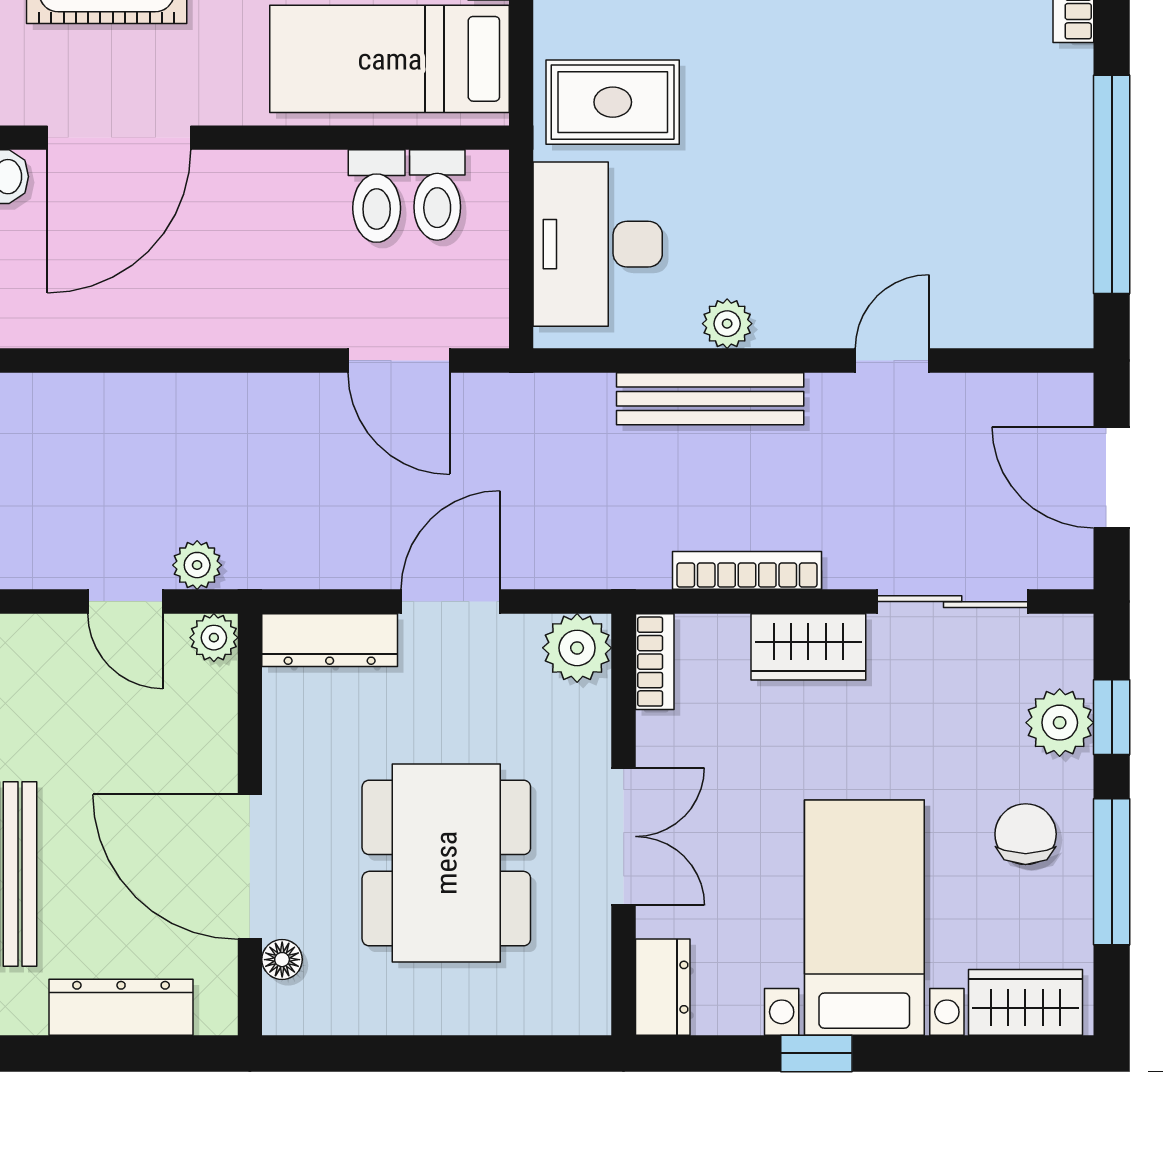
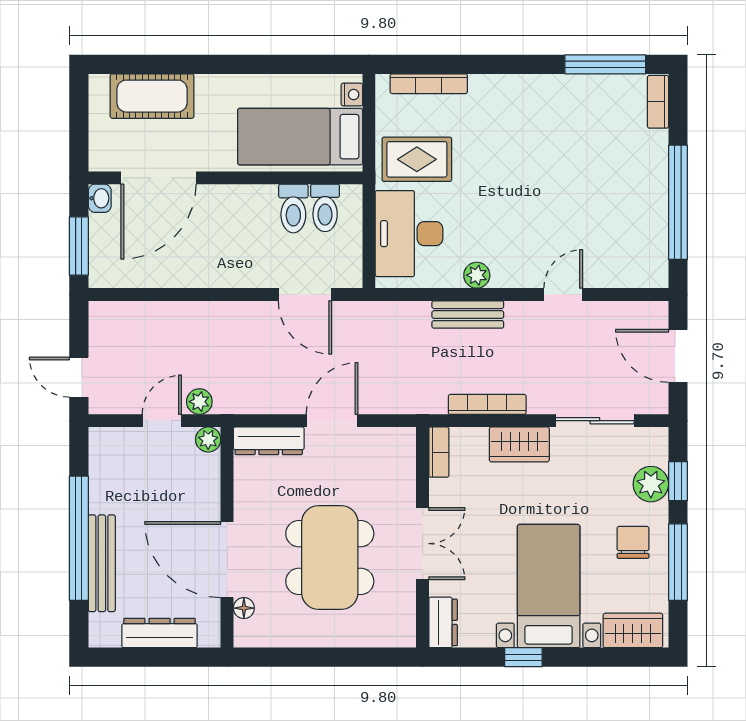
bench: (710, 399) -> (468, 315), width x0.73
door: (125, 602) -> (162, 421), swing flipped
plant: (577, 648) -> (398, 445), removed

